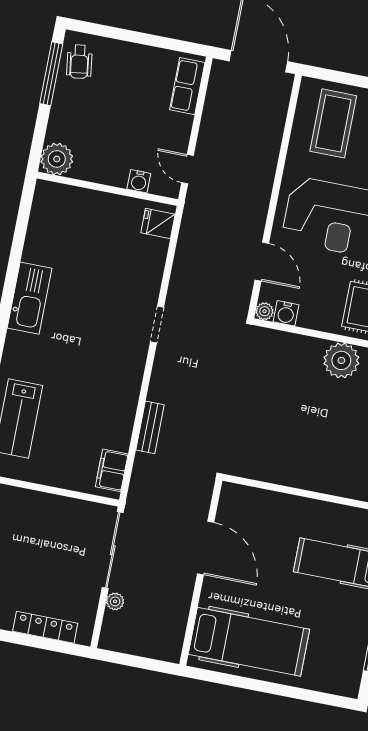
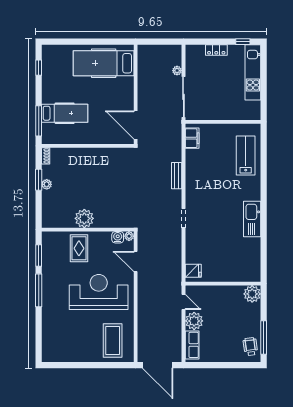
plant: (175, 130) -> (194, 321), added
water cooler: (139, 181) -> (207, 291), removed
bench: (150, 427) -> (177, 176), moved
door: (206, 548) -> (136, 125), moved
locker: (45, 627) -> (216, 50), width x0.66

